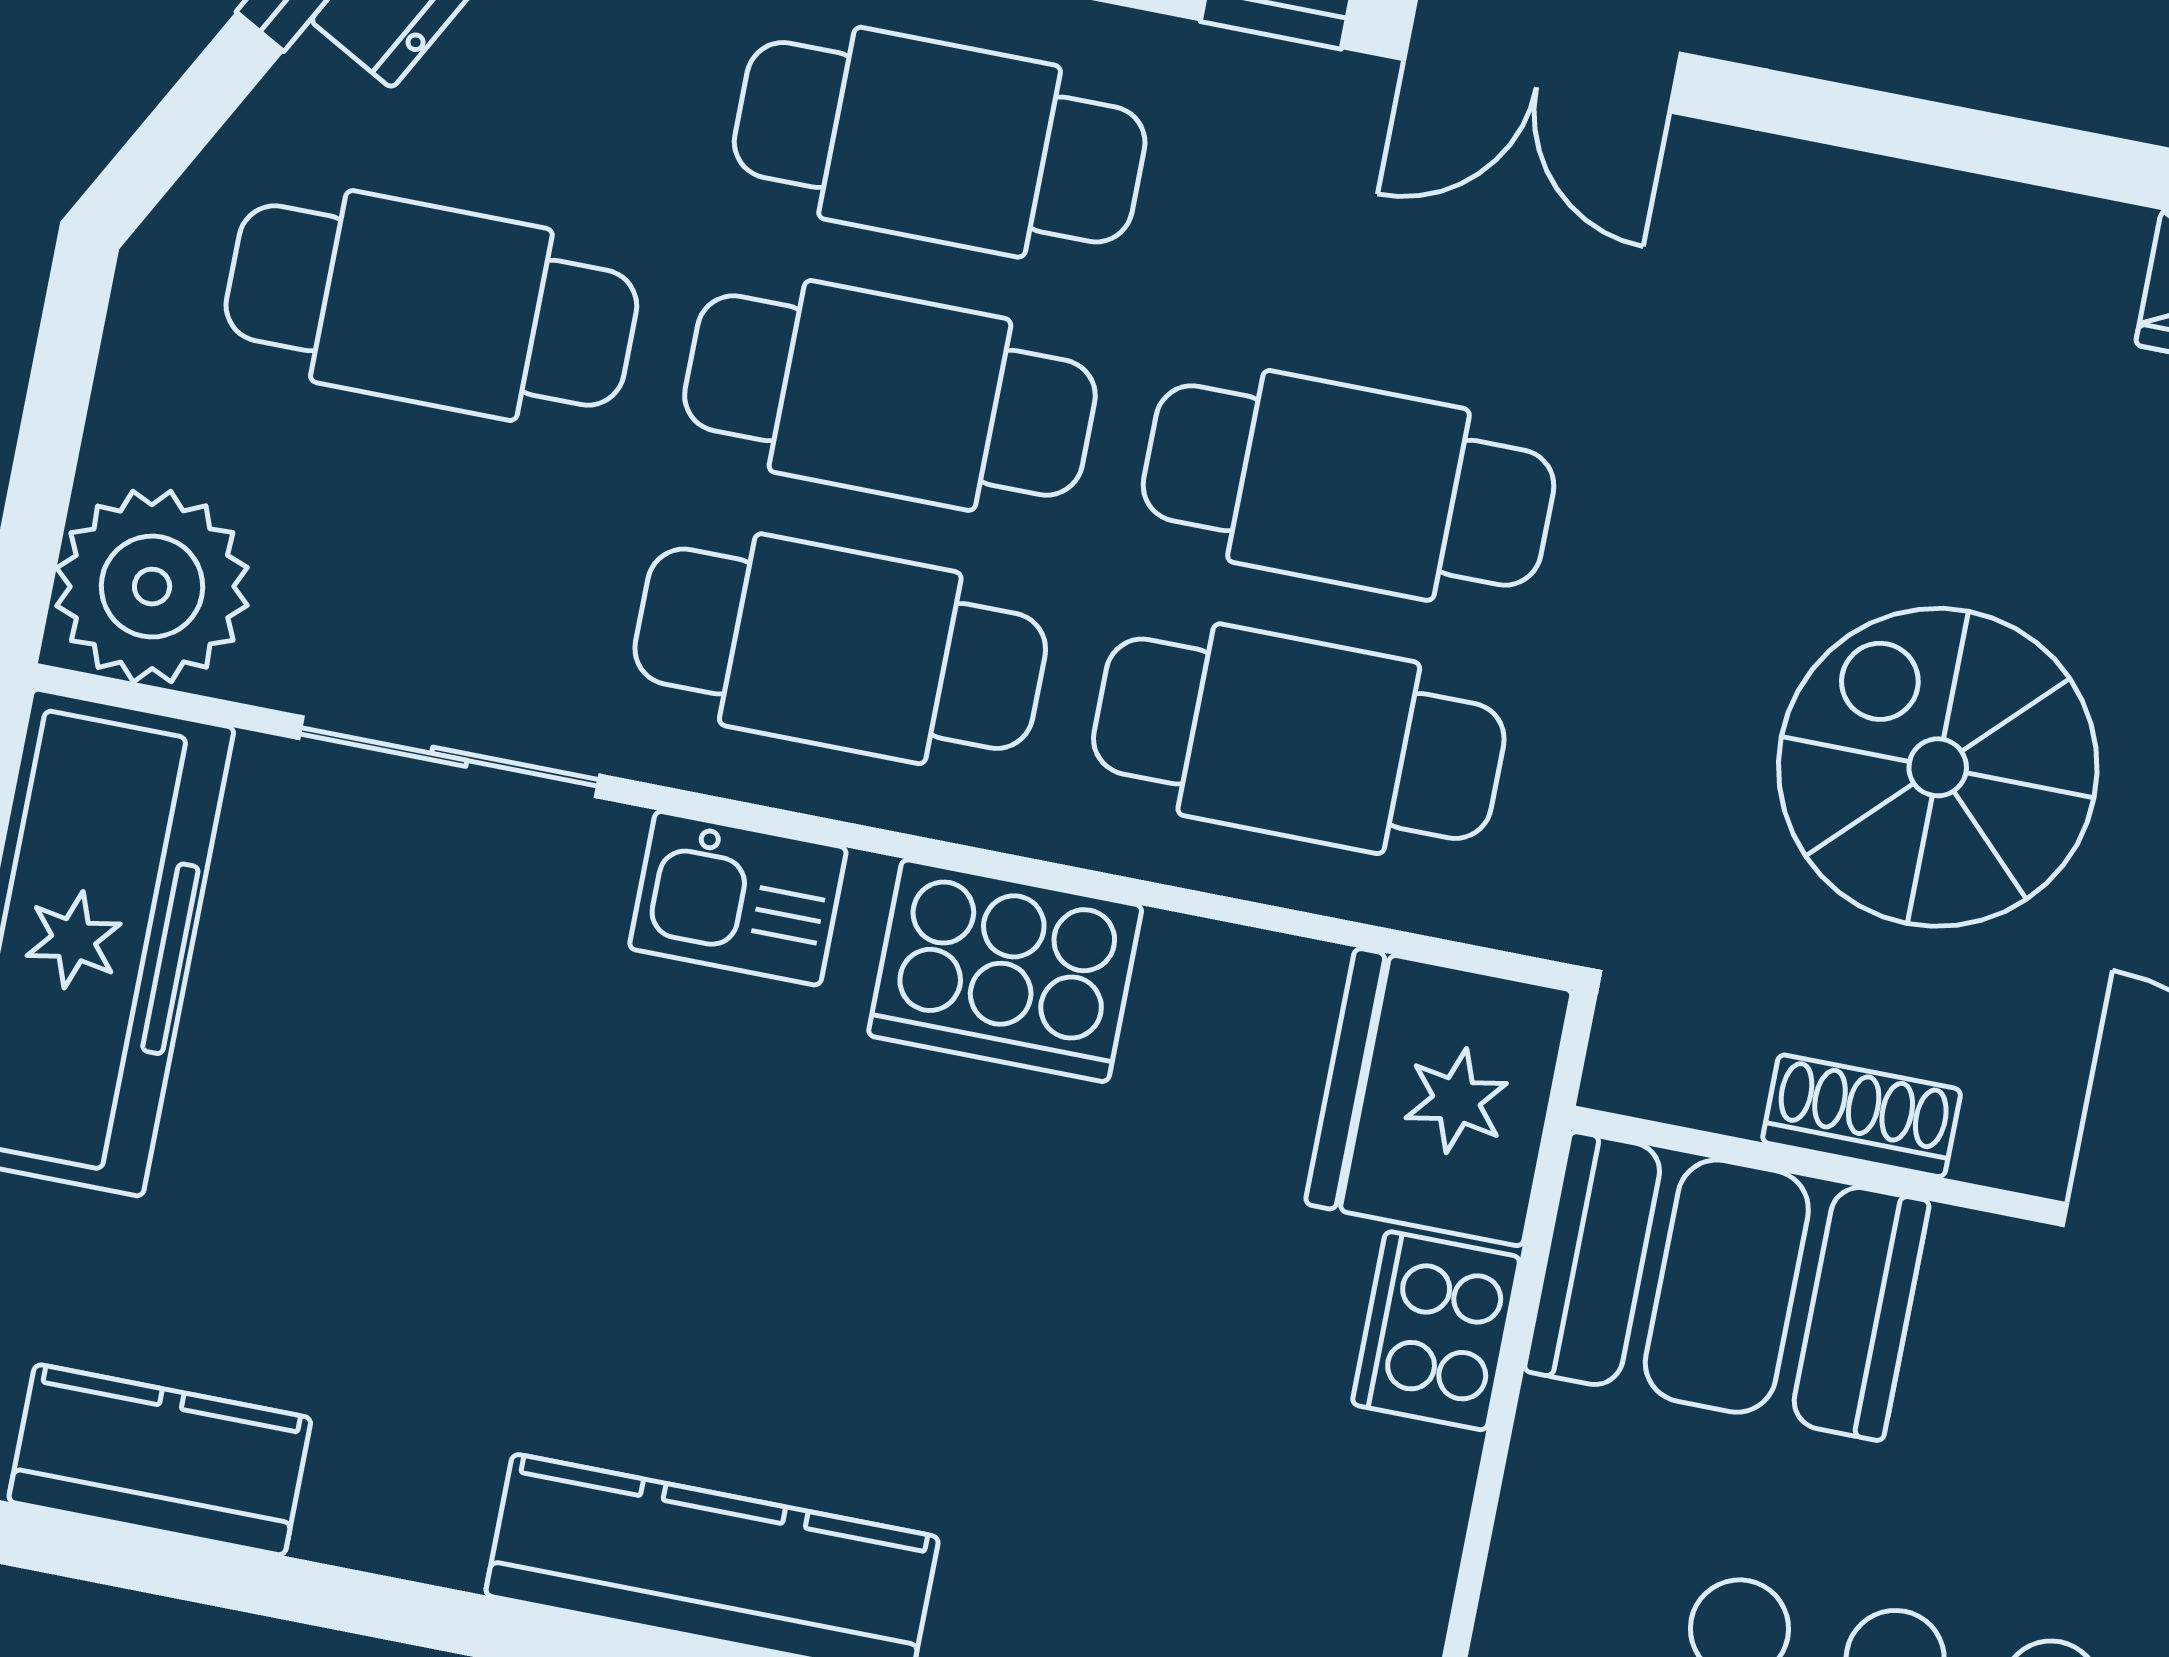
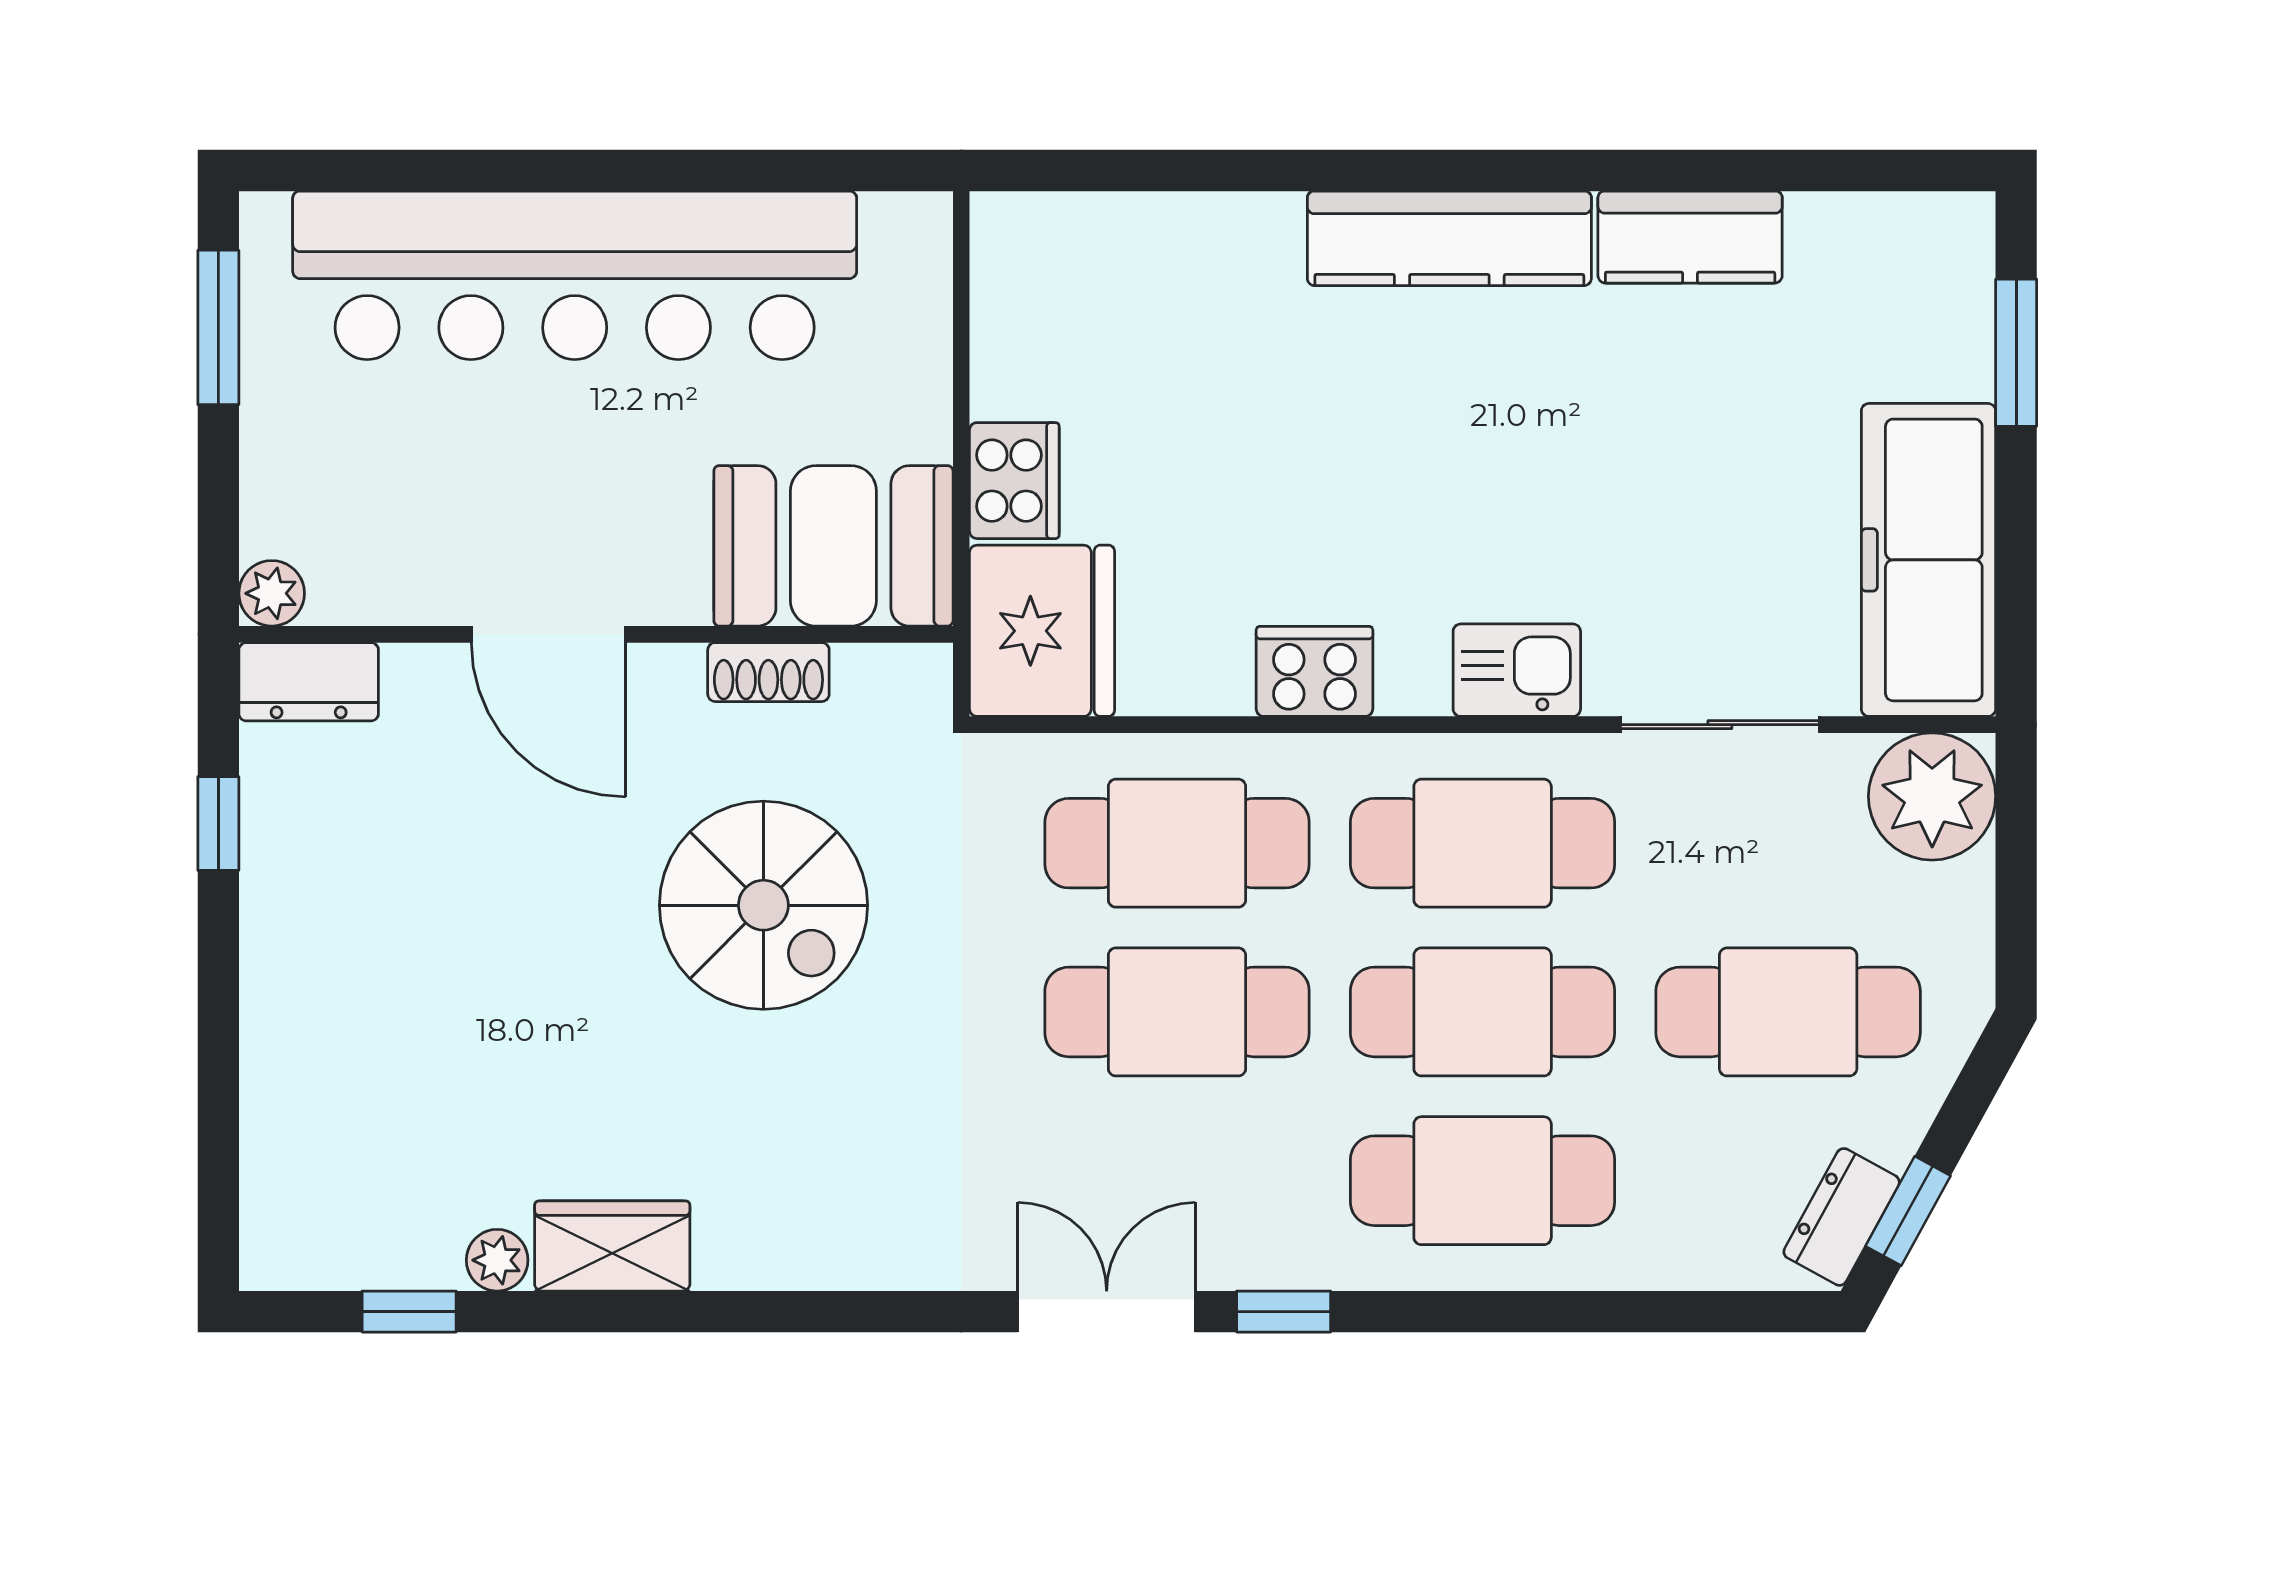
cooker: (1005, 971) -> (1314, 671), width x0.73, depth x0.76
kitchen counter: (160, 1460) -> (1690, 237), moved

